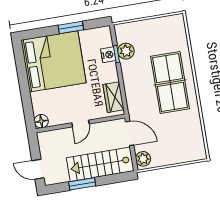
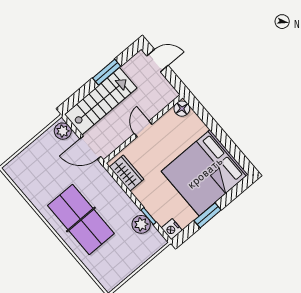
nightstand: (108, 55) -> (172, 229), moved

